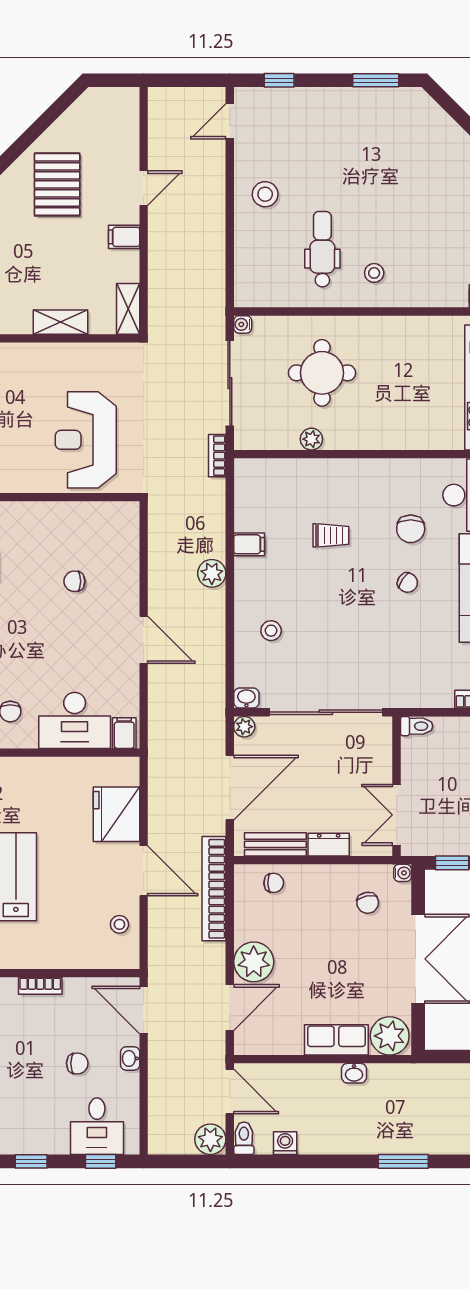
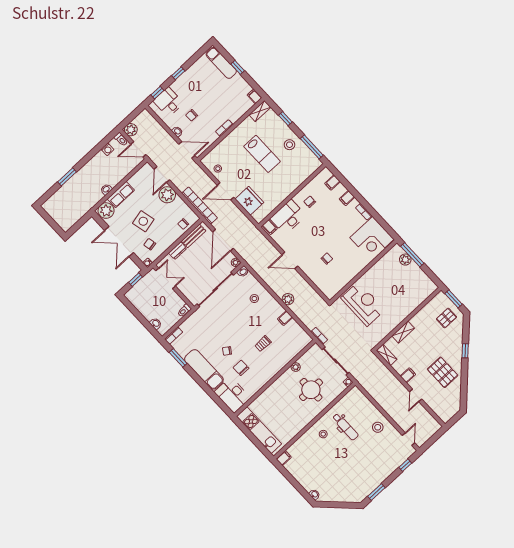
side table: (341, 955) -> (143, 221), added

